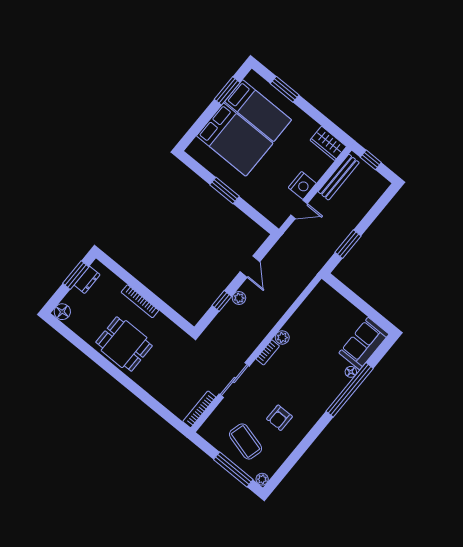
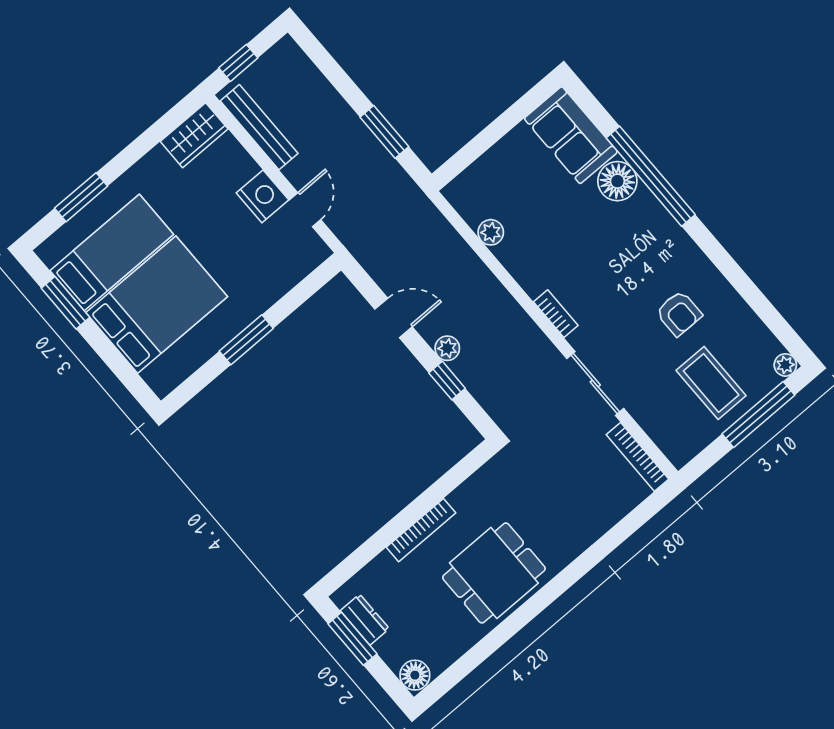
plant: (282, 337) -> (491, 232), moved
floor lamp: (351, 372) -> (617, 181), width x1.89, depth x1.89
coffee table: (246, 441) -> (711, 383), turned 75

